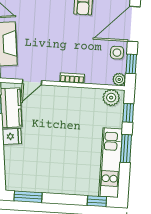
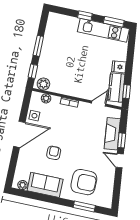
window: (131, 64) -> (25, 106), removed
plant: (119, 79) -> (46, 98), moved
kitchen unit: (111, 163) -> (103, 30), moved, turned 90
window: (97, 201) -> (85, 16), moved

